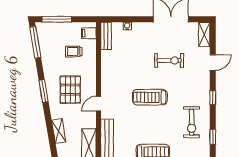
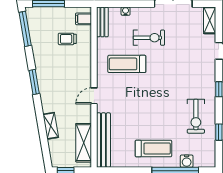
exercise bike: (169, 61) -> (149, 38), moved
pallet: (70, 90) -> (63, 81), removed
treadmill: (150, 97) -> (127, 64), moved

